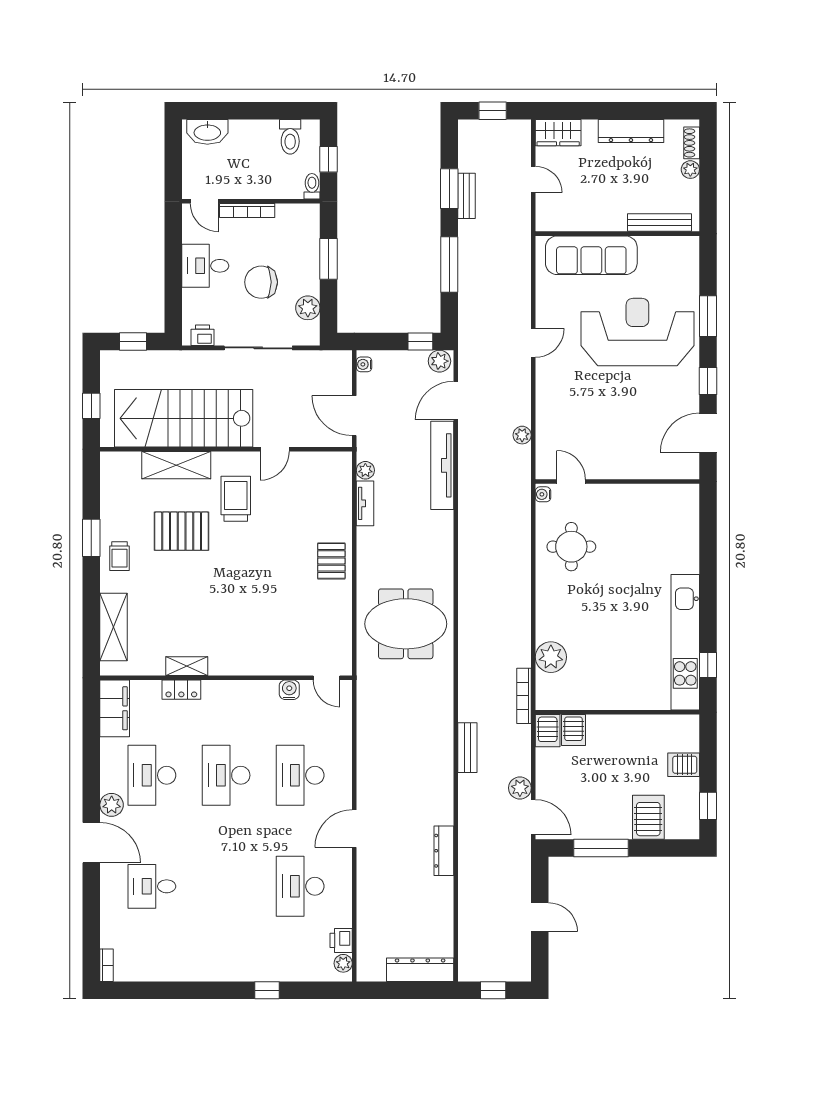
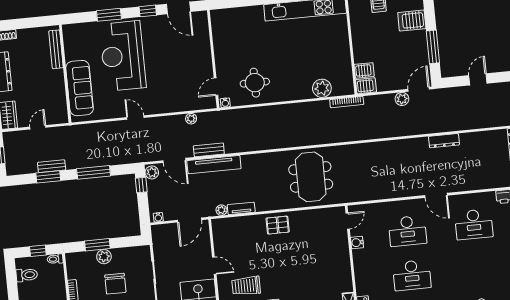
plant: (690, 170) -> (22, 34), removed
plant: (308, 308) -> (104, 257), moved
bench: (467, 748) -> (209, 150), moved

